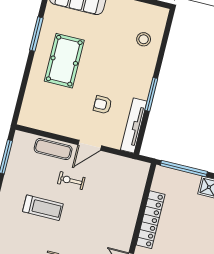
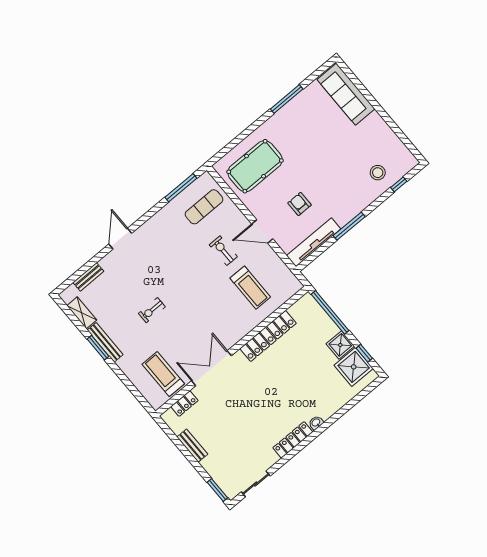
window: (166, 37) -> (399, 184), added
pool table: (64, 61) -> (255, 166), moved
exercise mat: (53, 149) -> (204, 207), moved, turned 90
treadmill: (43, 208) -> (250, 288), moved

